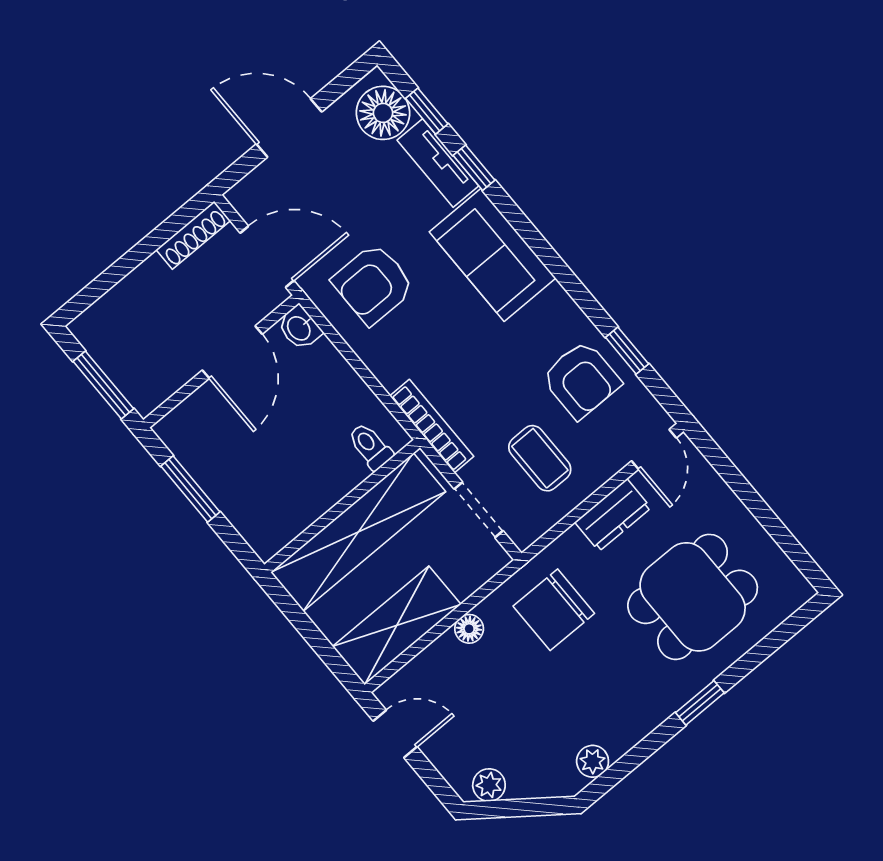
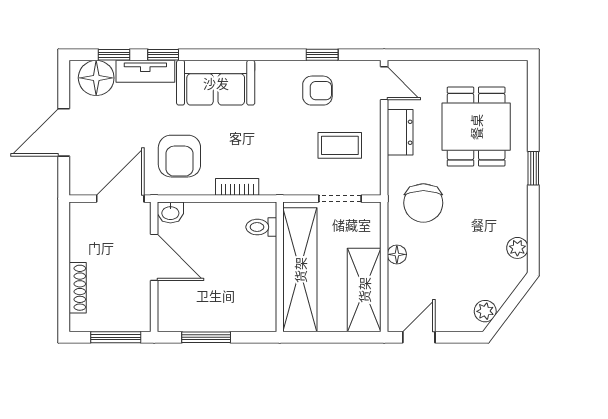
shoe rack: (193, 235) -> (78, 288), moved
armchair: (581, 380) -> (317, 91), width x0.72, depth x0.72
bookcase: (432, 426) -> (237, 187), moved, width x0.64

